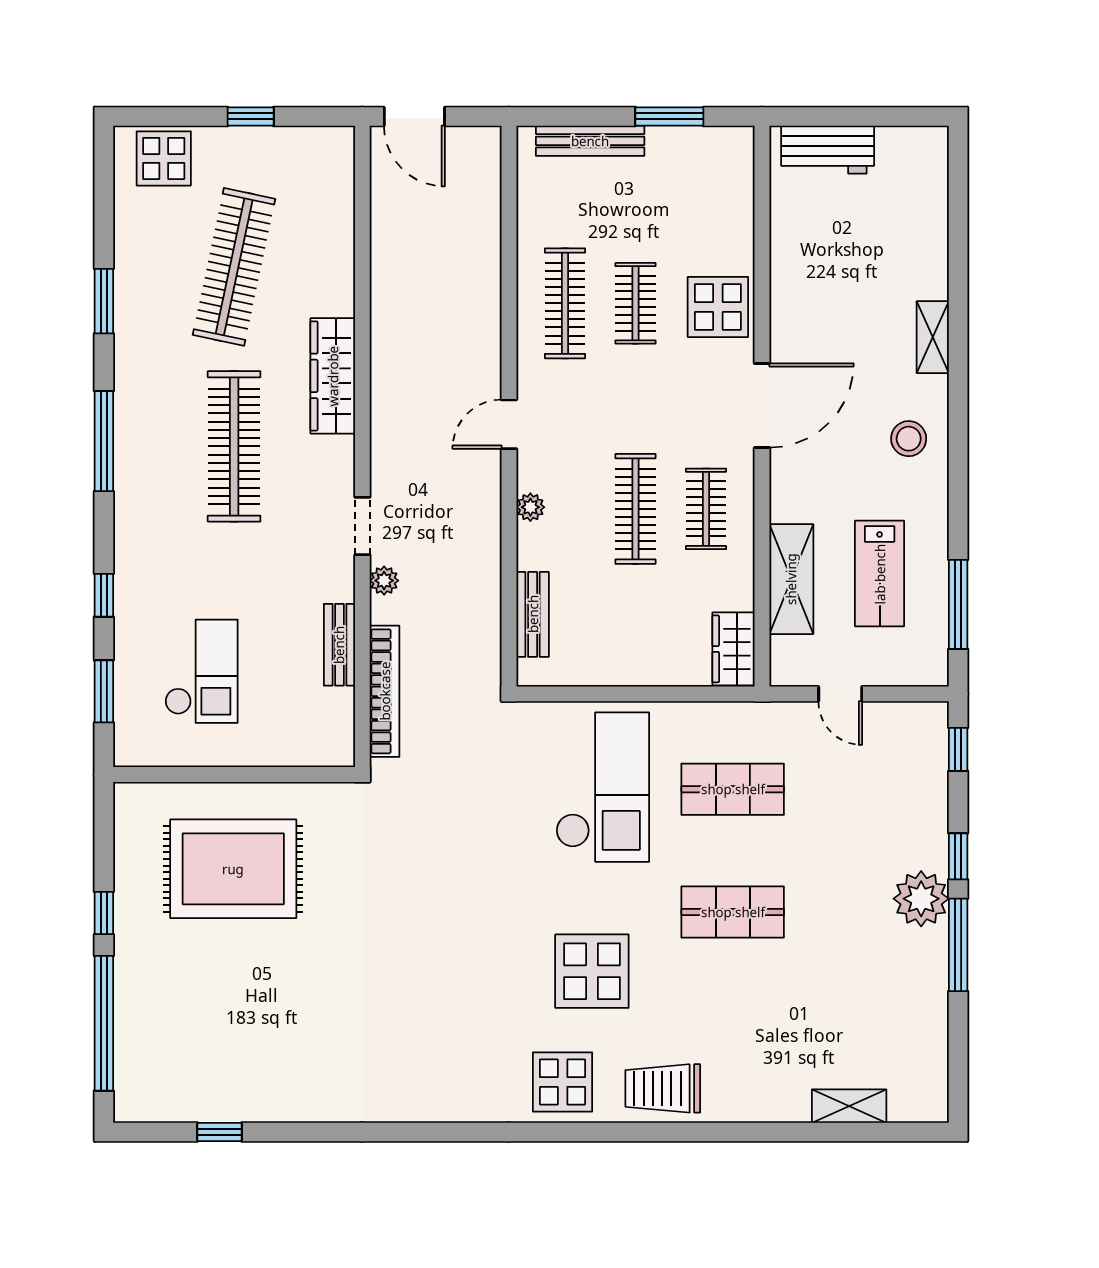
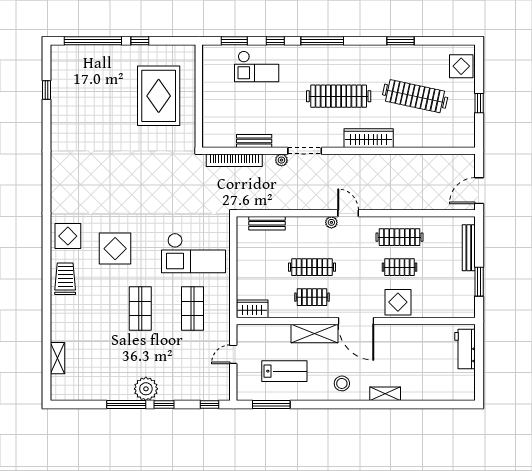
door: (414, 116) -> (479, 191), moved
window: (104, 441) -> (322, 41), moved
plant: (530, 507) -> (331, 222), moved
doorway: (362, 526) -> (305, 151), width x1.38
lab bench: (880, 574) -> (284, 371), turned 180
shelving: (791, 579) -> (314, 333), moved
checkout: (201, 671) -> (257, 67), moved

